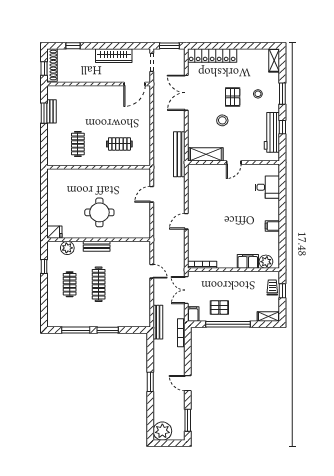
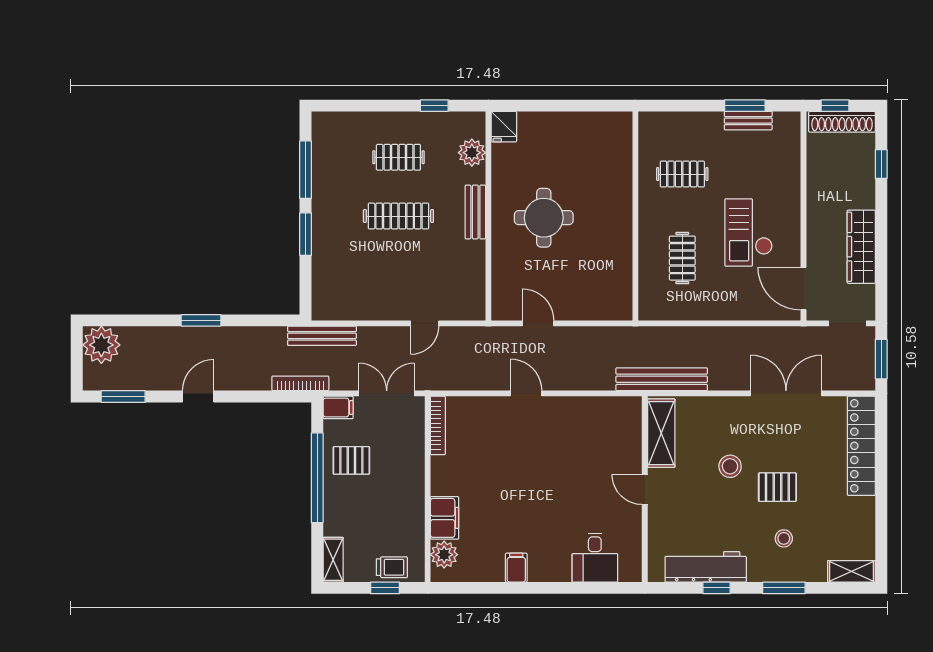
checkout: (107, 111) -> (749, 232), added
door: (152, 194) -> (538, 323), moved
pallet: (219, 307) -> (351, 460), turned 90

